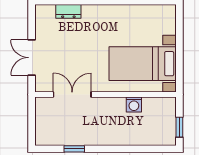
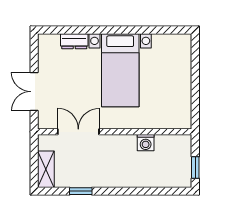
bed with nightstands: (143, 64) -> (120, 70), moved, turned -90
shelving: (42, 129) -> (46, 169), added

